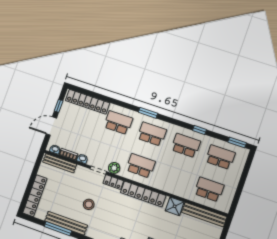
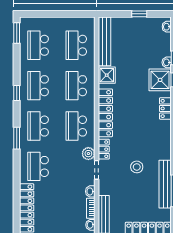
window: (199, 130) -> (17, 93), moved
school desk: (175, 177) -> (76, 86), added

